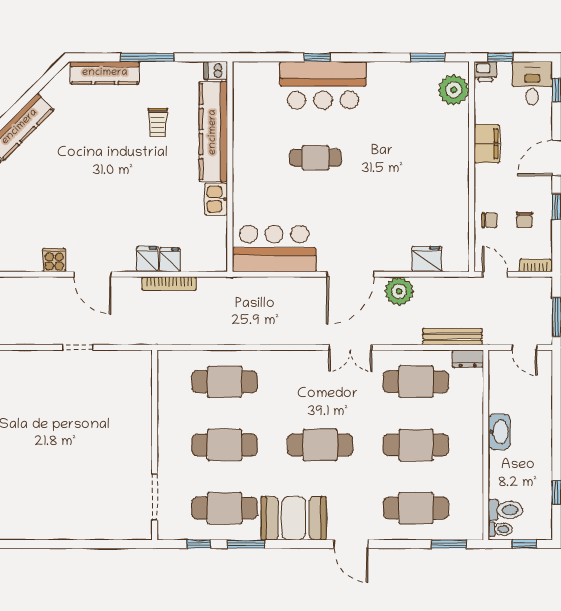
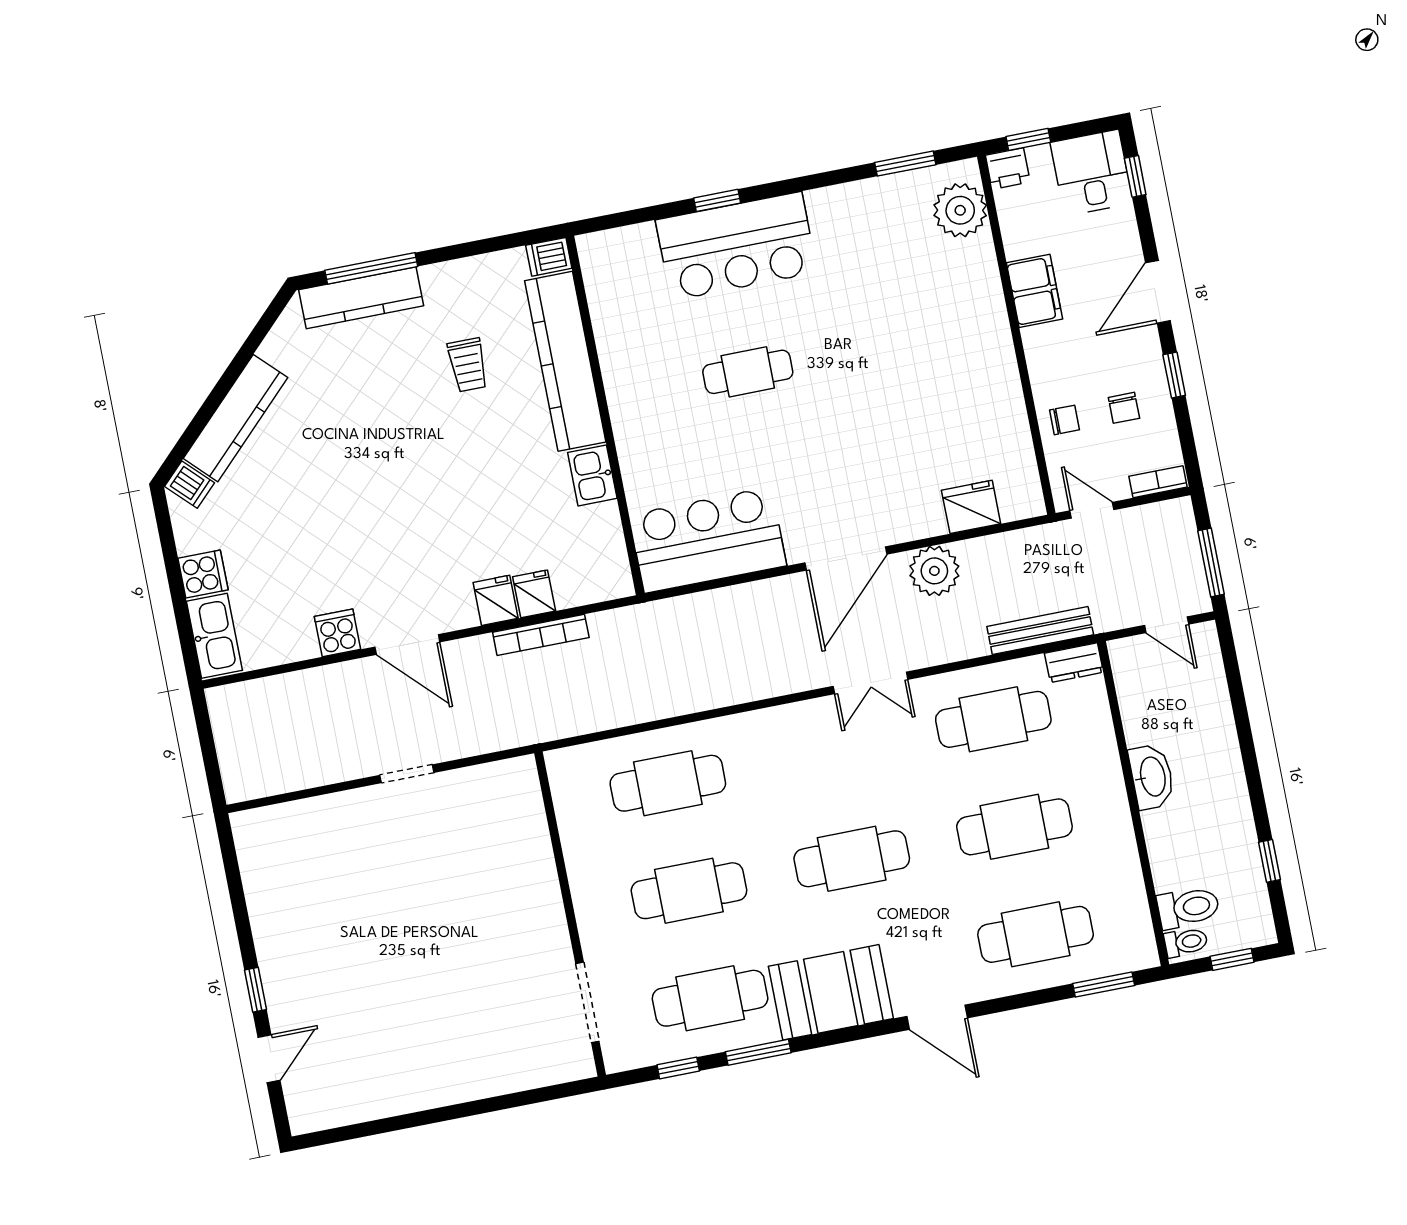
window: (147, 57) -> (371, 268), moved

